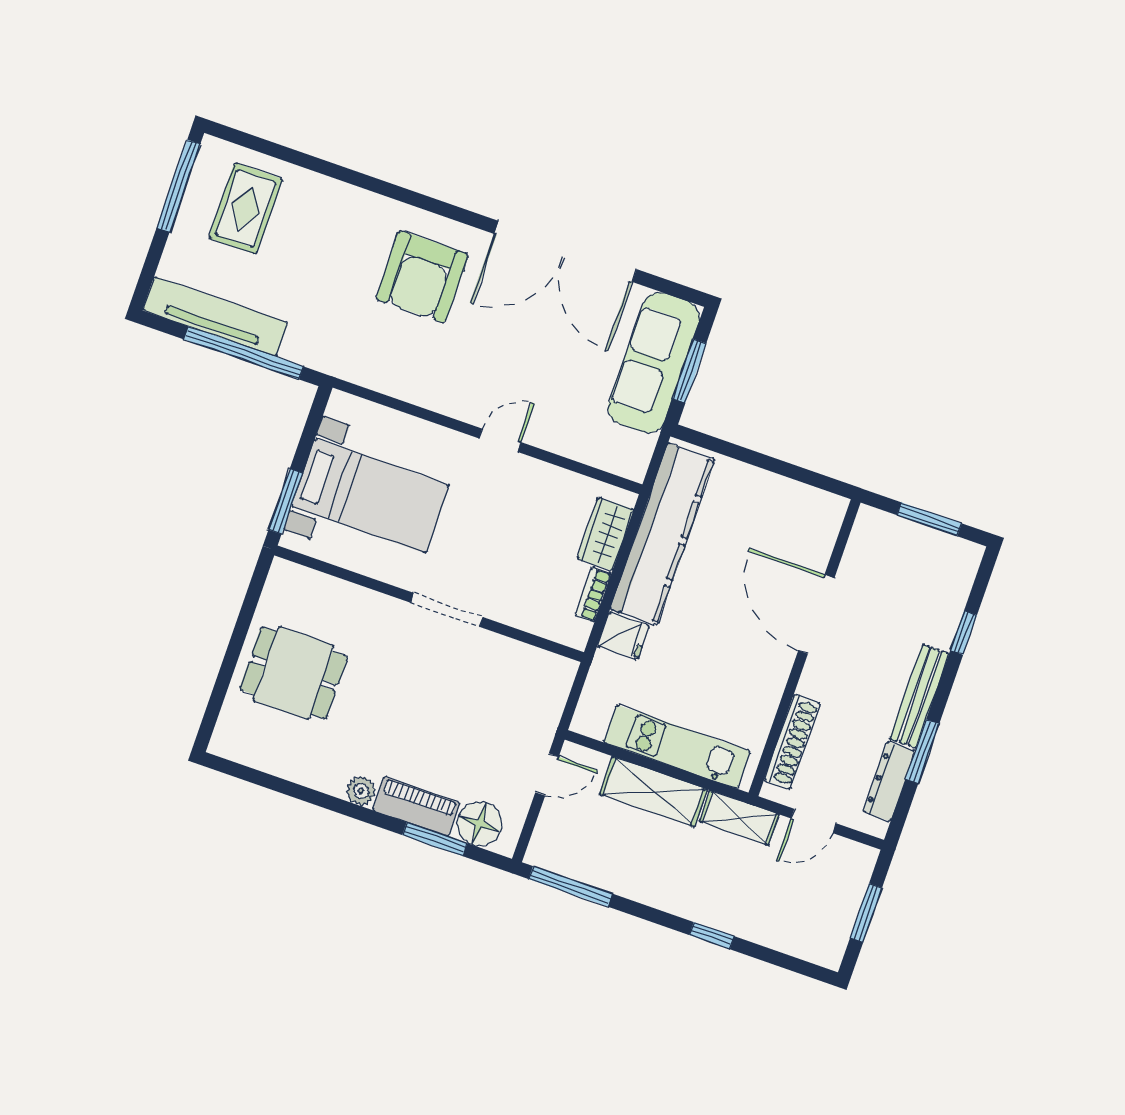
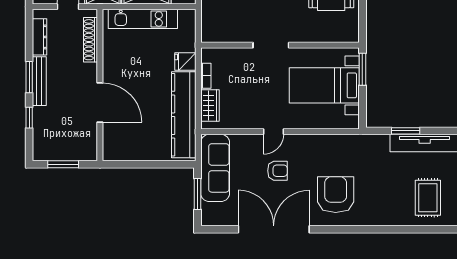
window: (244, 353) -> (406, 131), width x0.47
armchair: (519, 362) -> (277, 171), added
sofa: (654, 363) -> (215, 168), moved
window: (922, 752) -> (29, 77), moved

